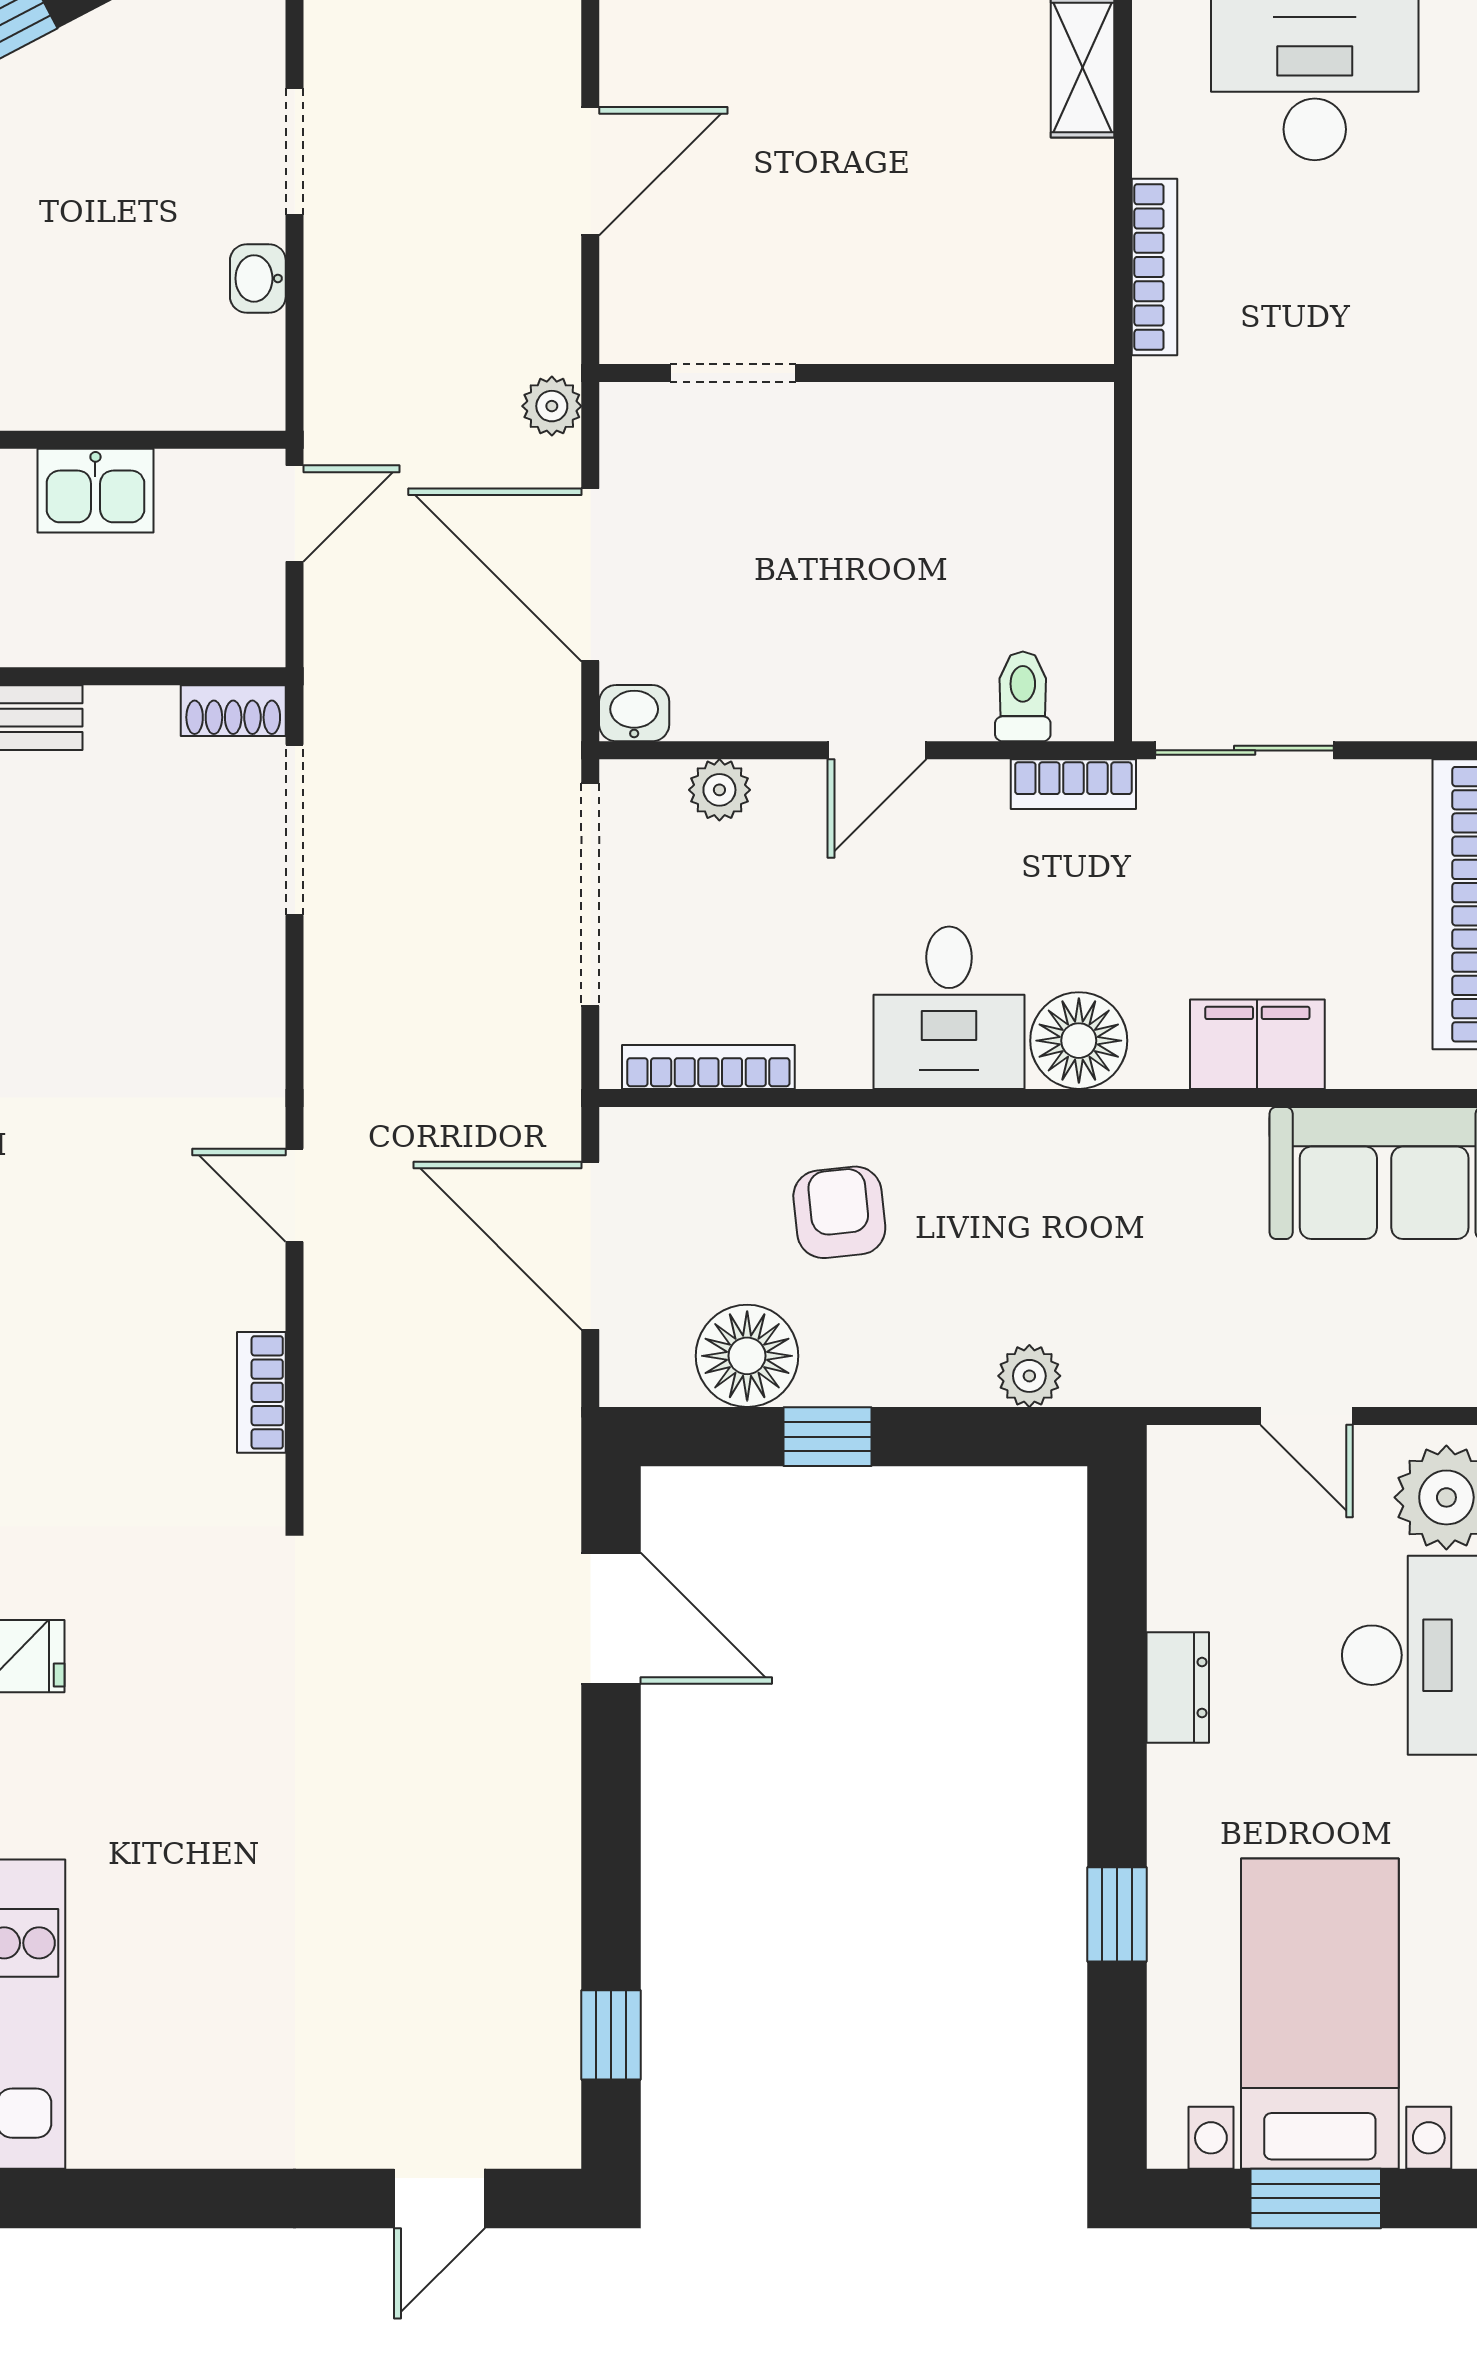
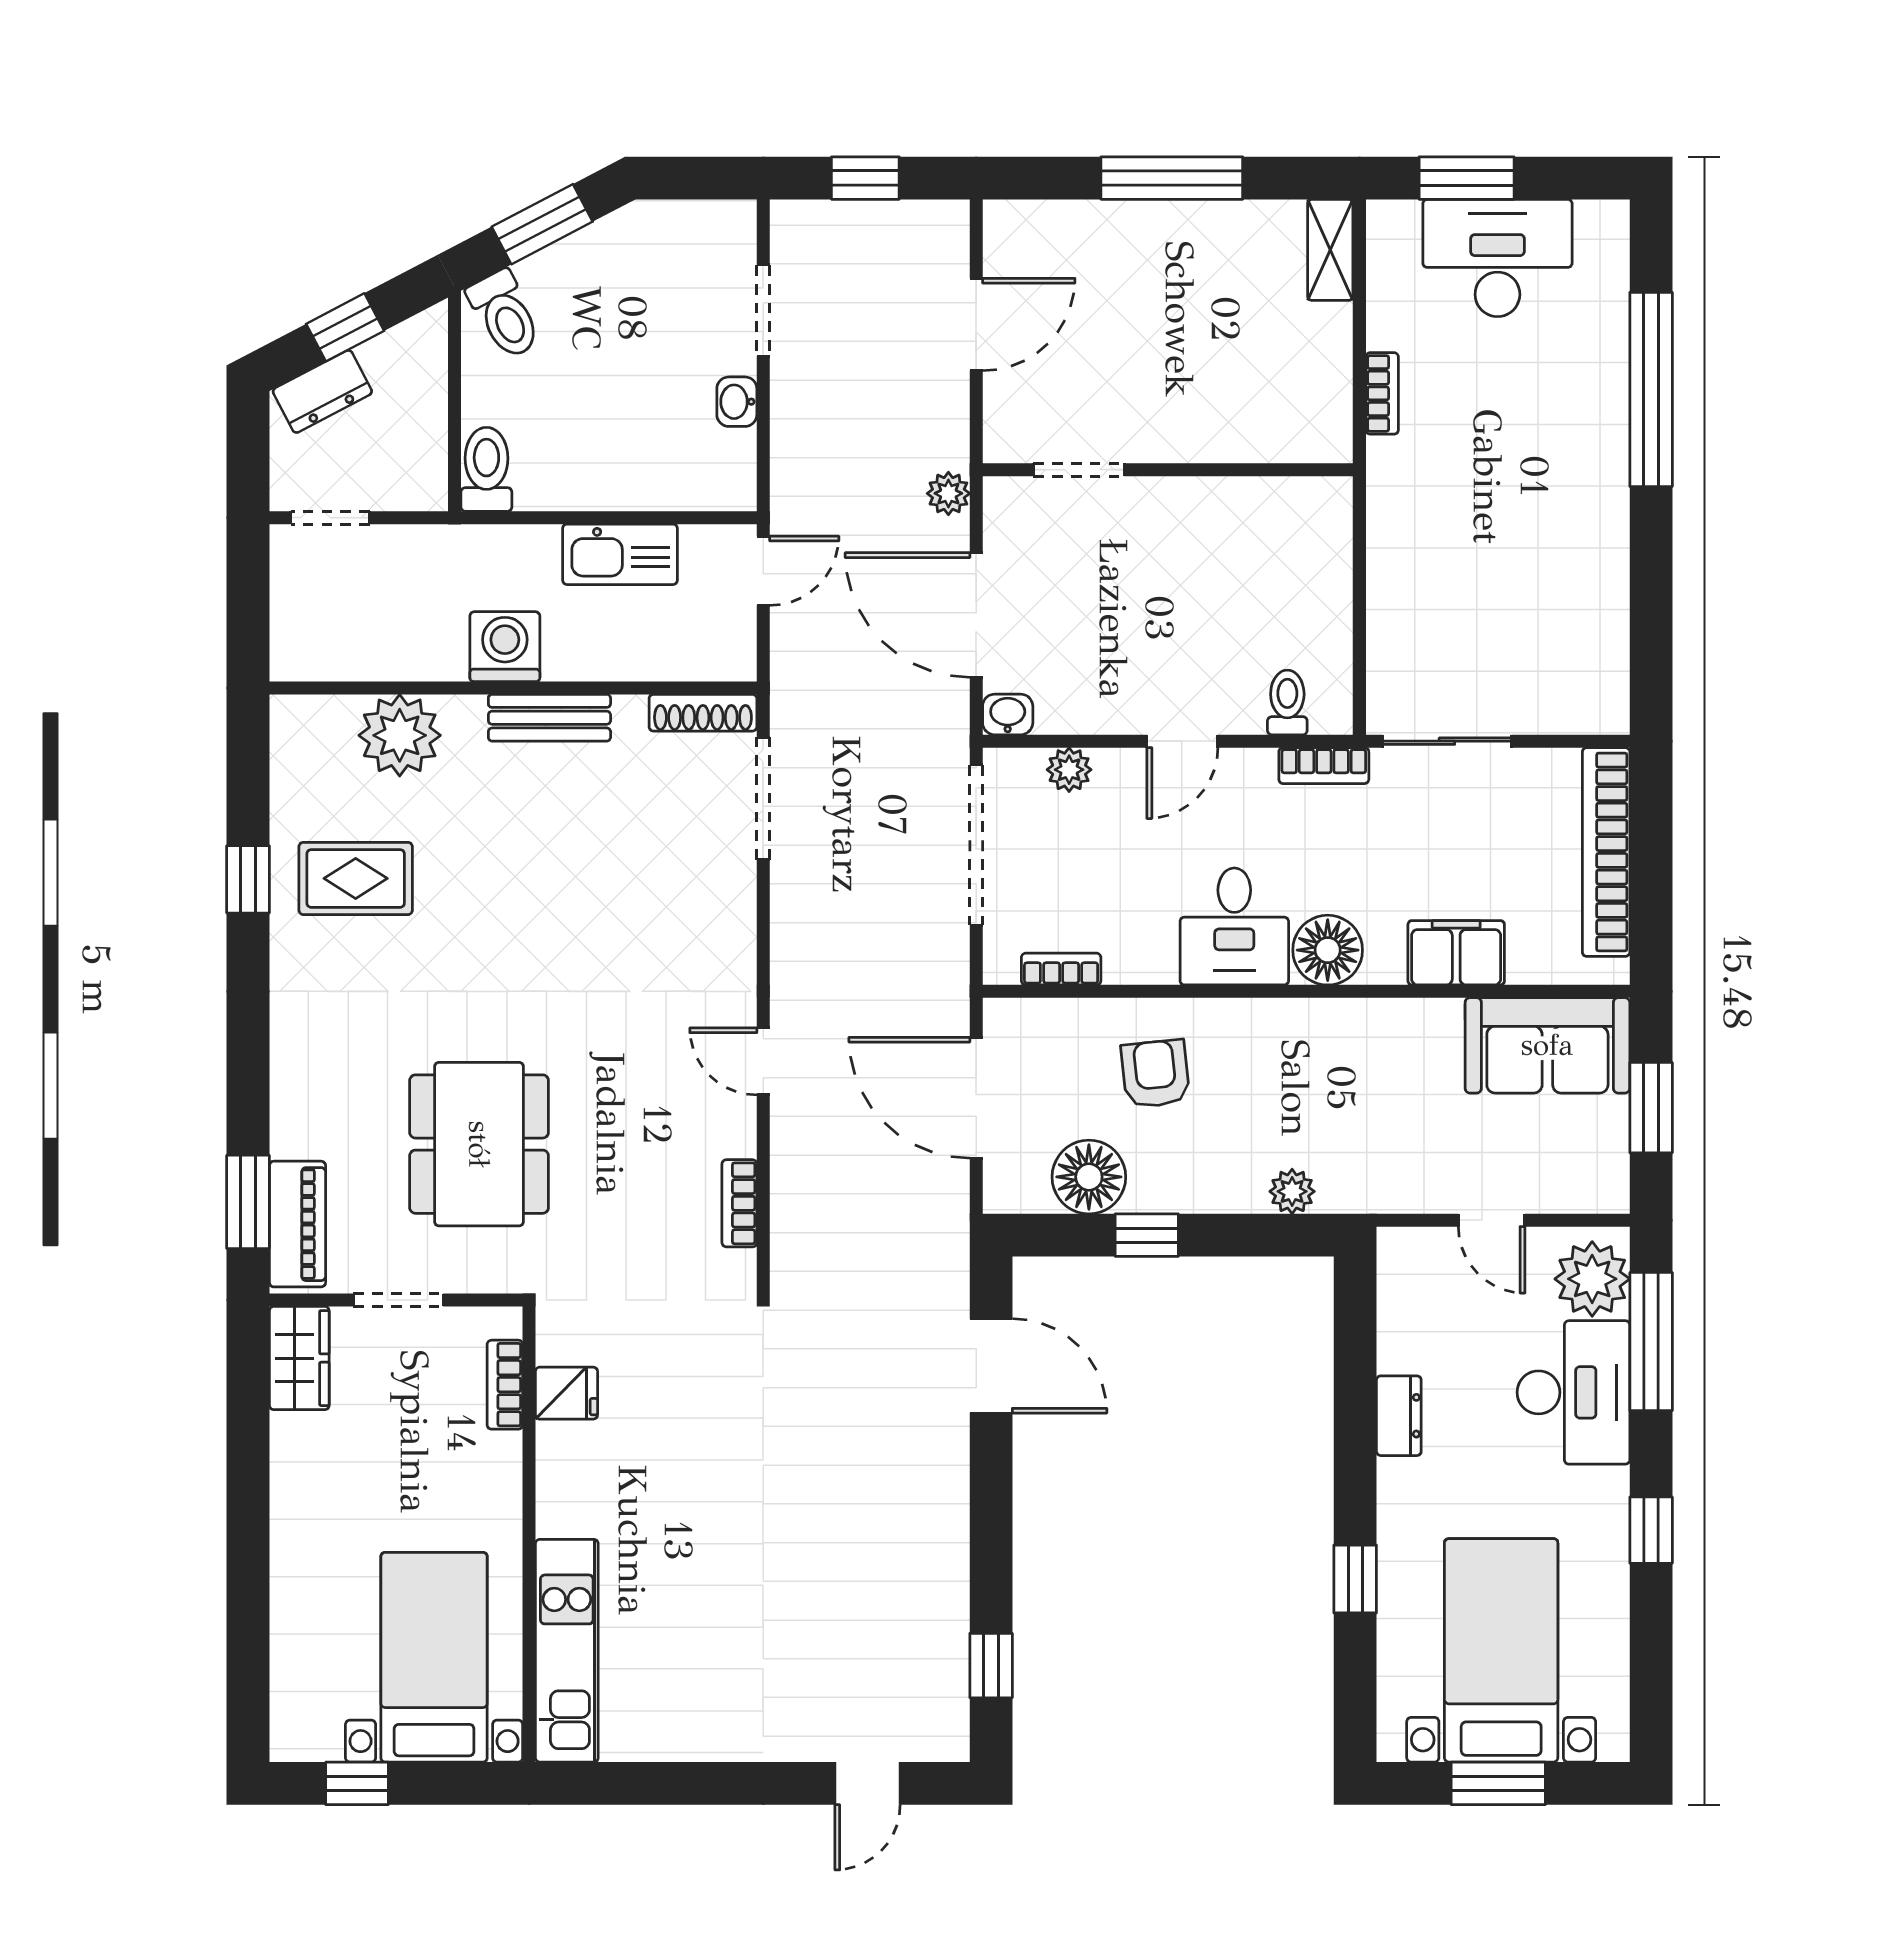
bookcase: (1154, 267) -> (1382, 393), width x0.64
kitchen sink: (95, 491) -> (620, 554), width x1.38
shoe rack: (233, 711) -> (703, 713), width x1.43
bookcase: (708, 1067) -> (1061, 969), width x0.64

